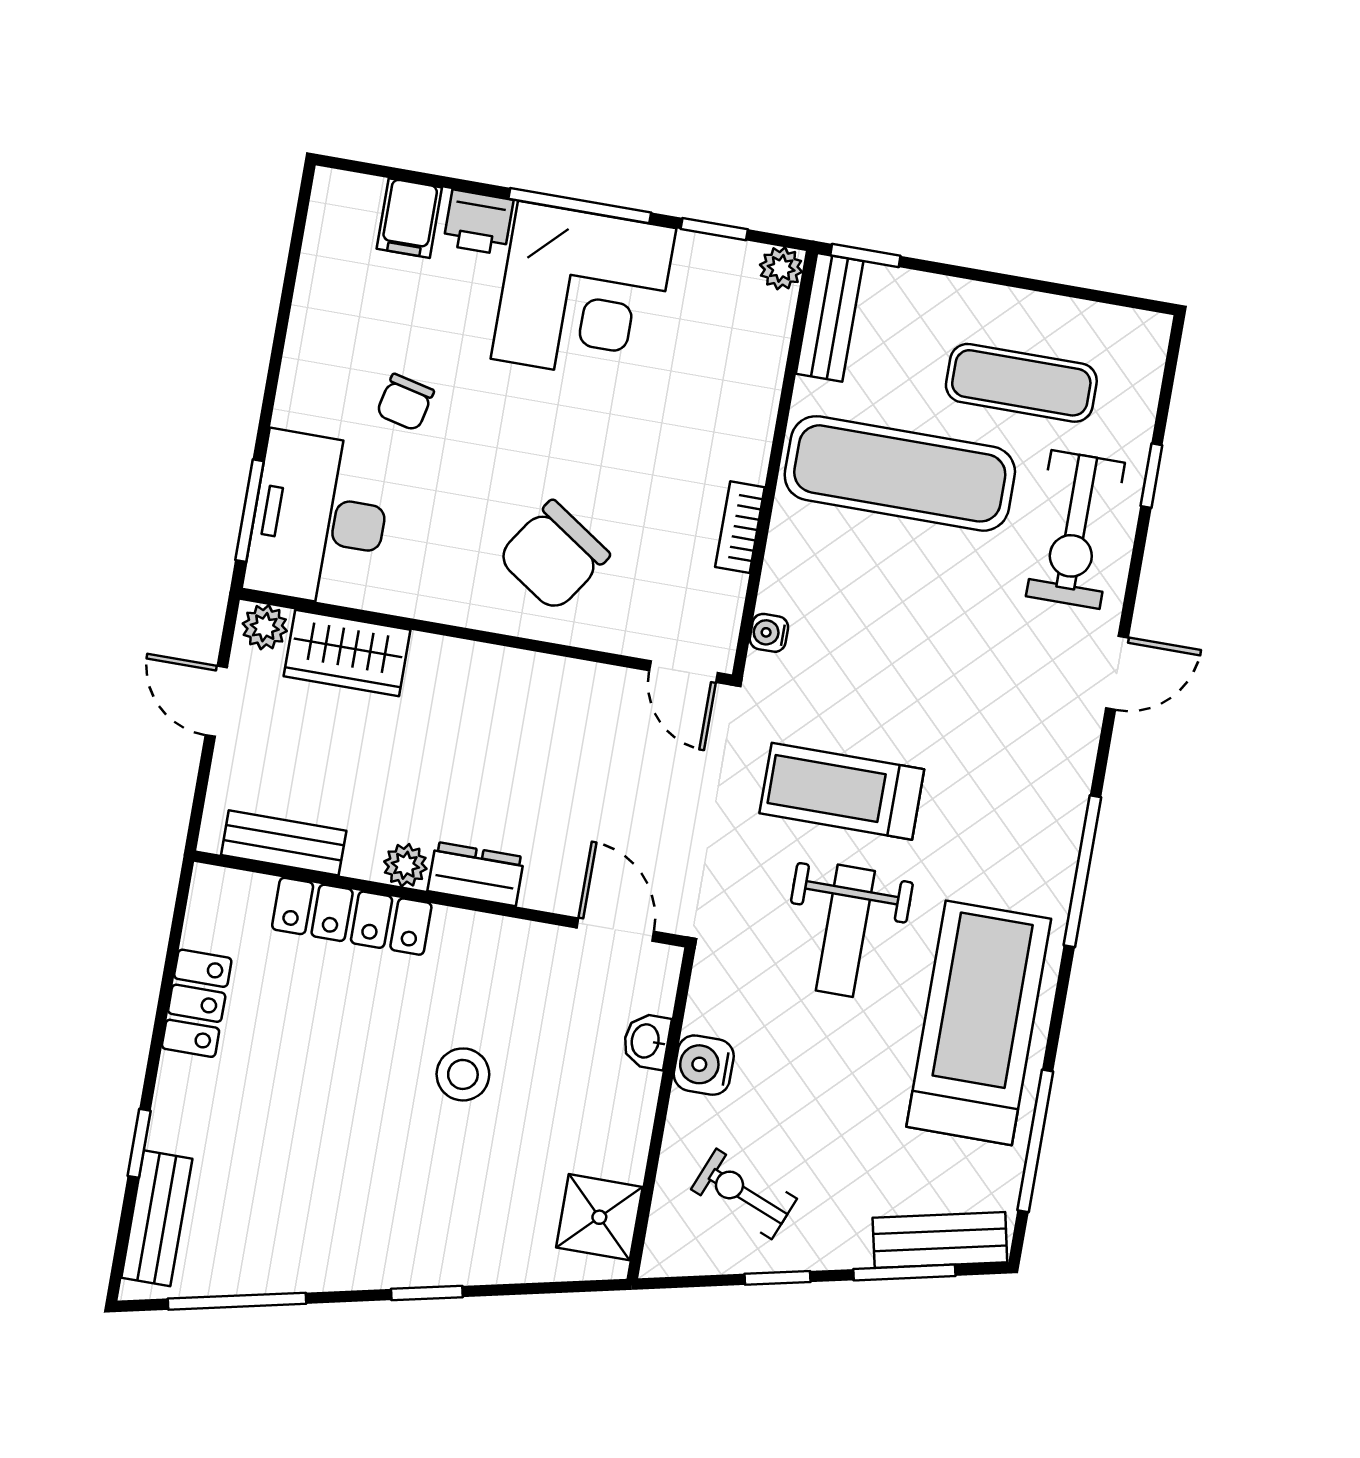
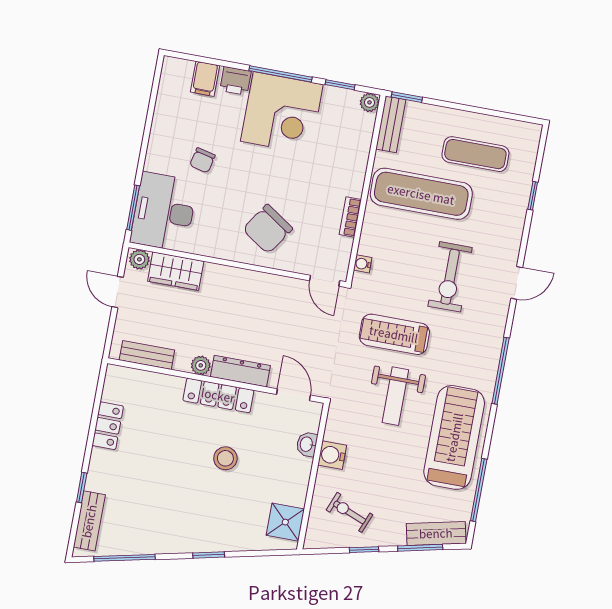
exercise bike: (1075, 529) -> (450, 277), moved
dresser: (476, 874) -> (240, 371), width x1.44
locker: (352, 916) -> (218, 395), moved

